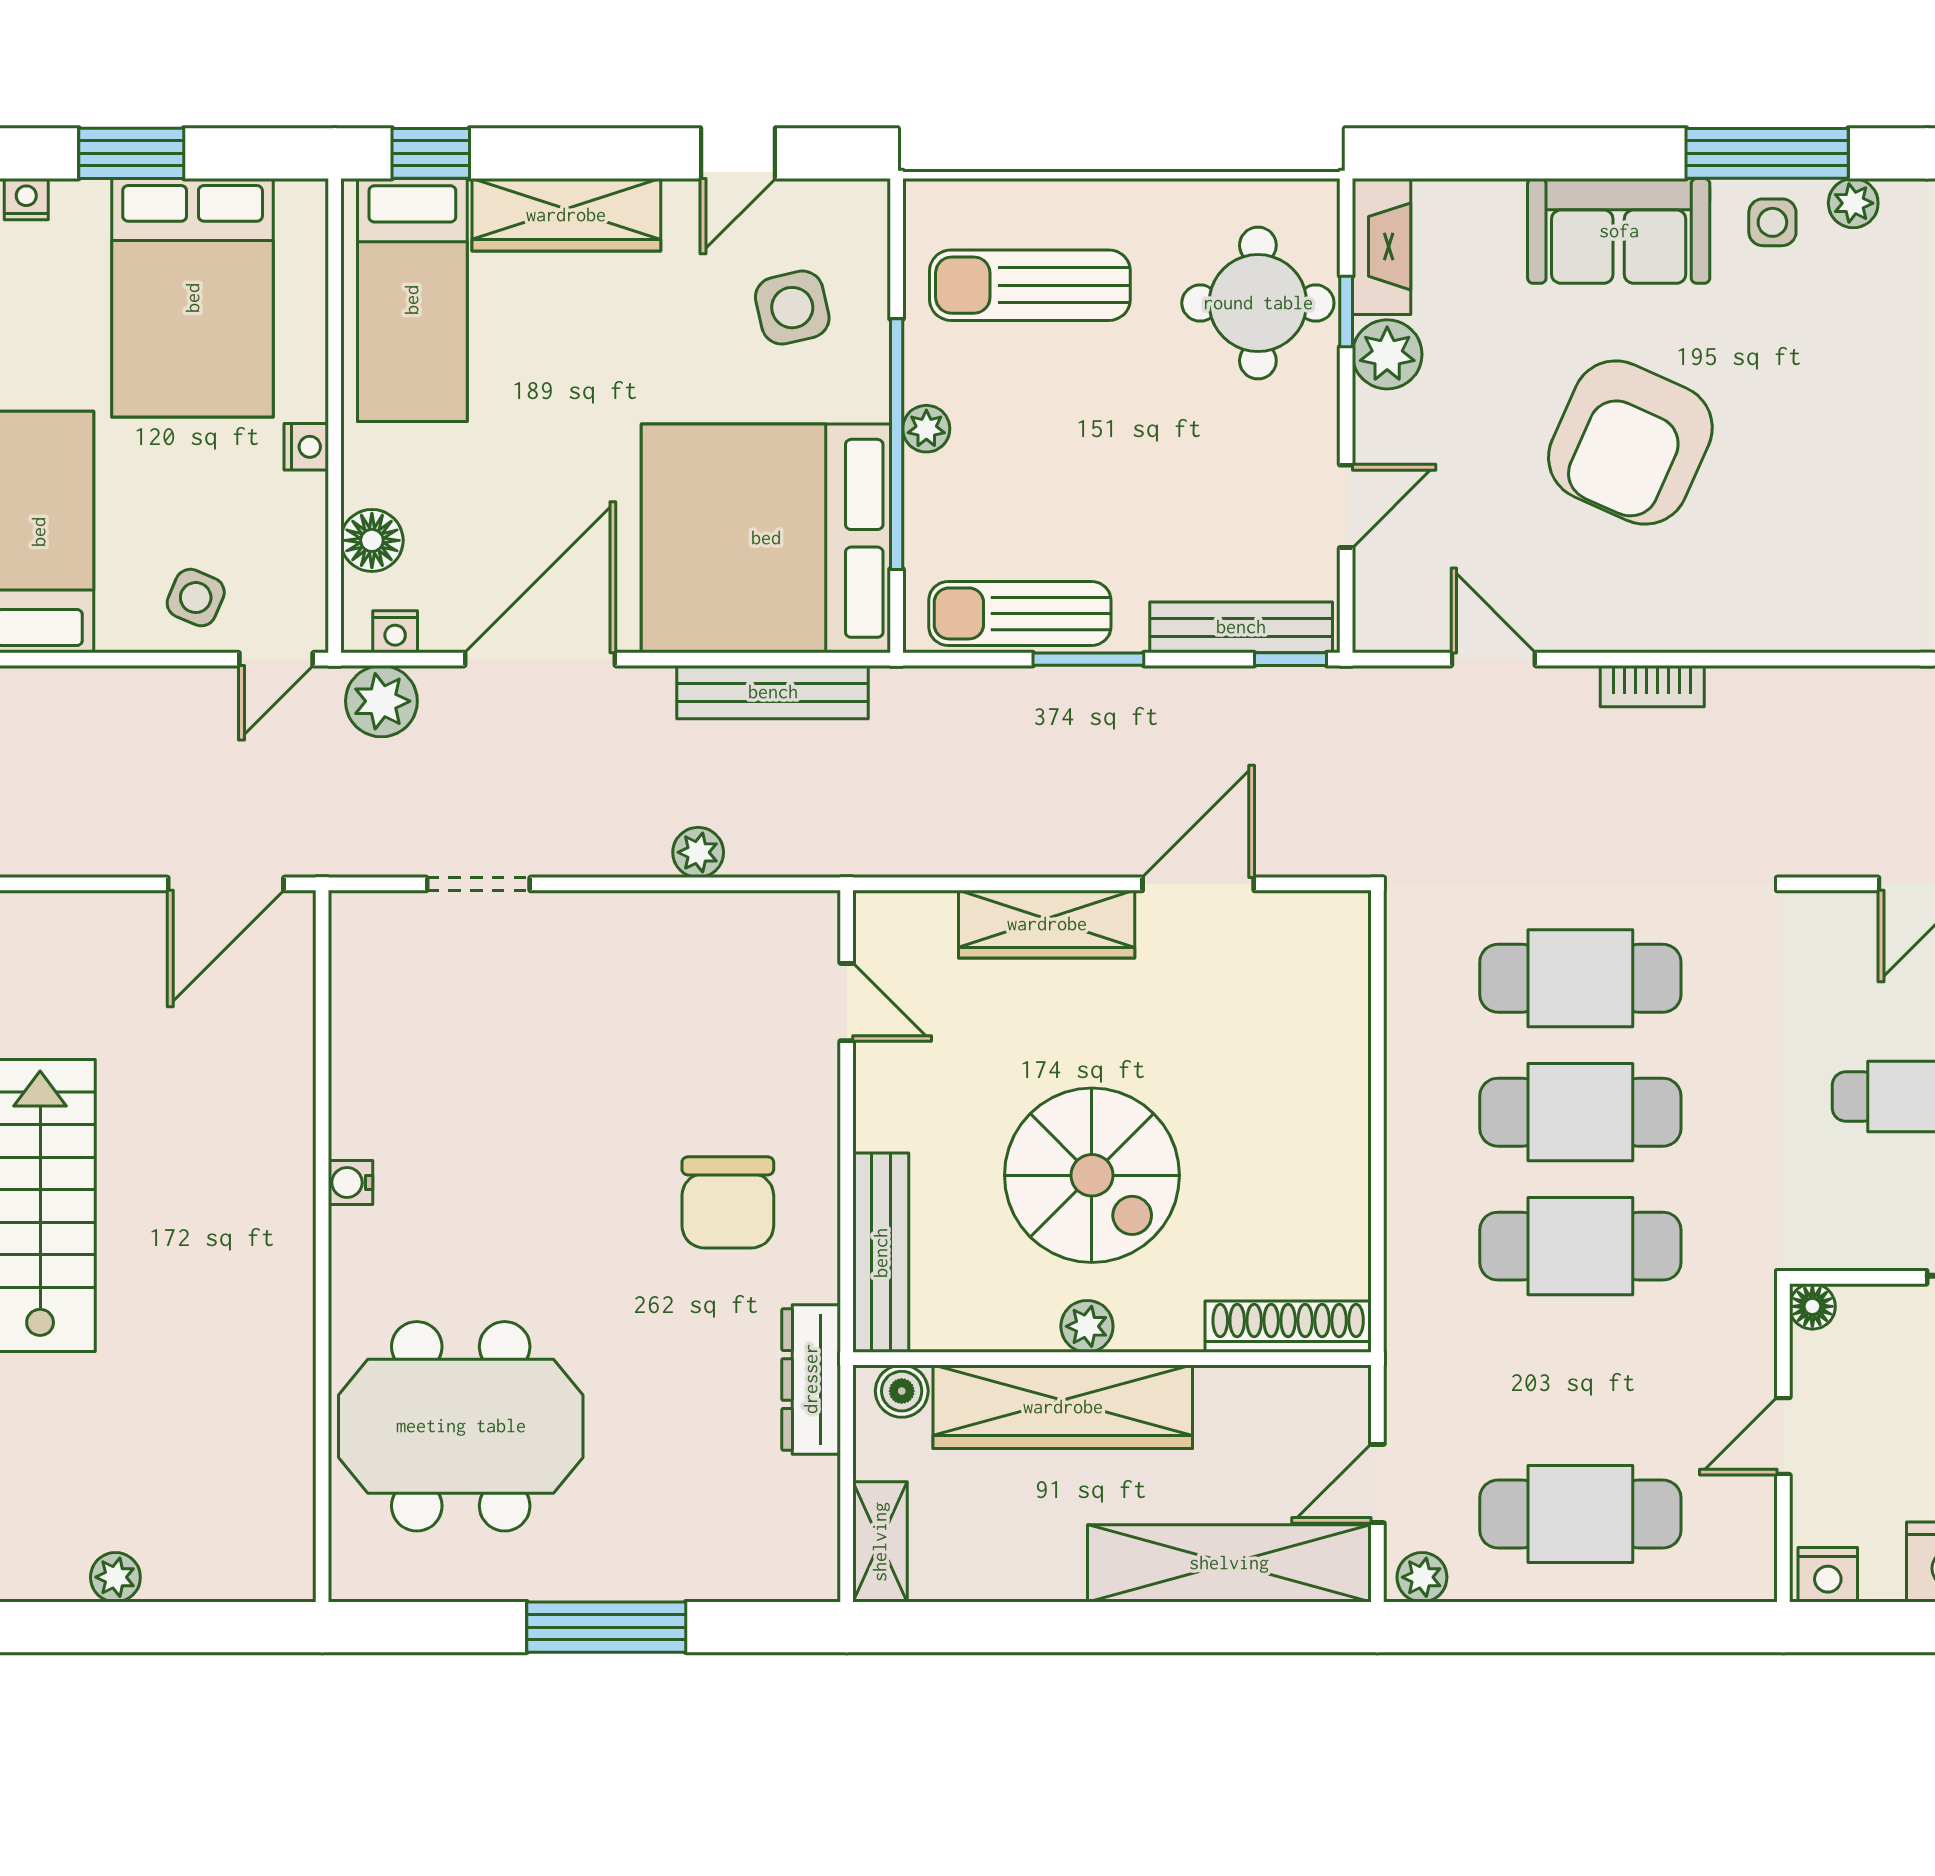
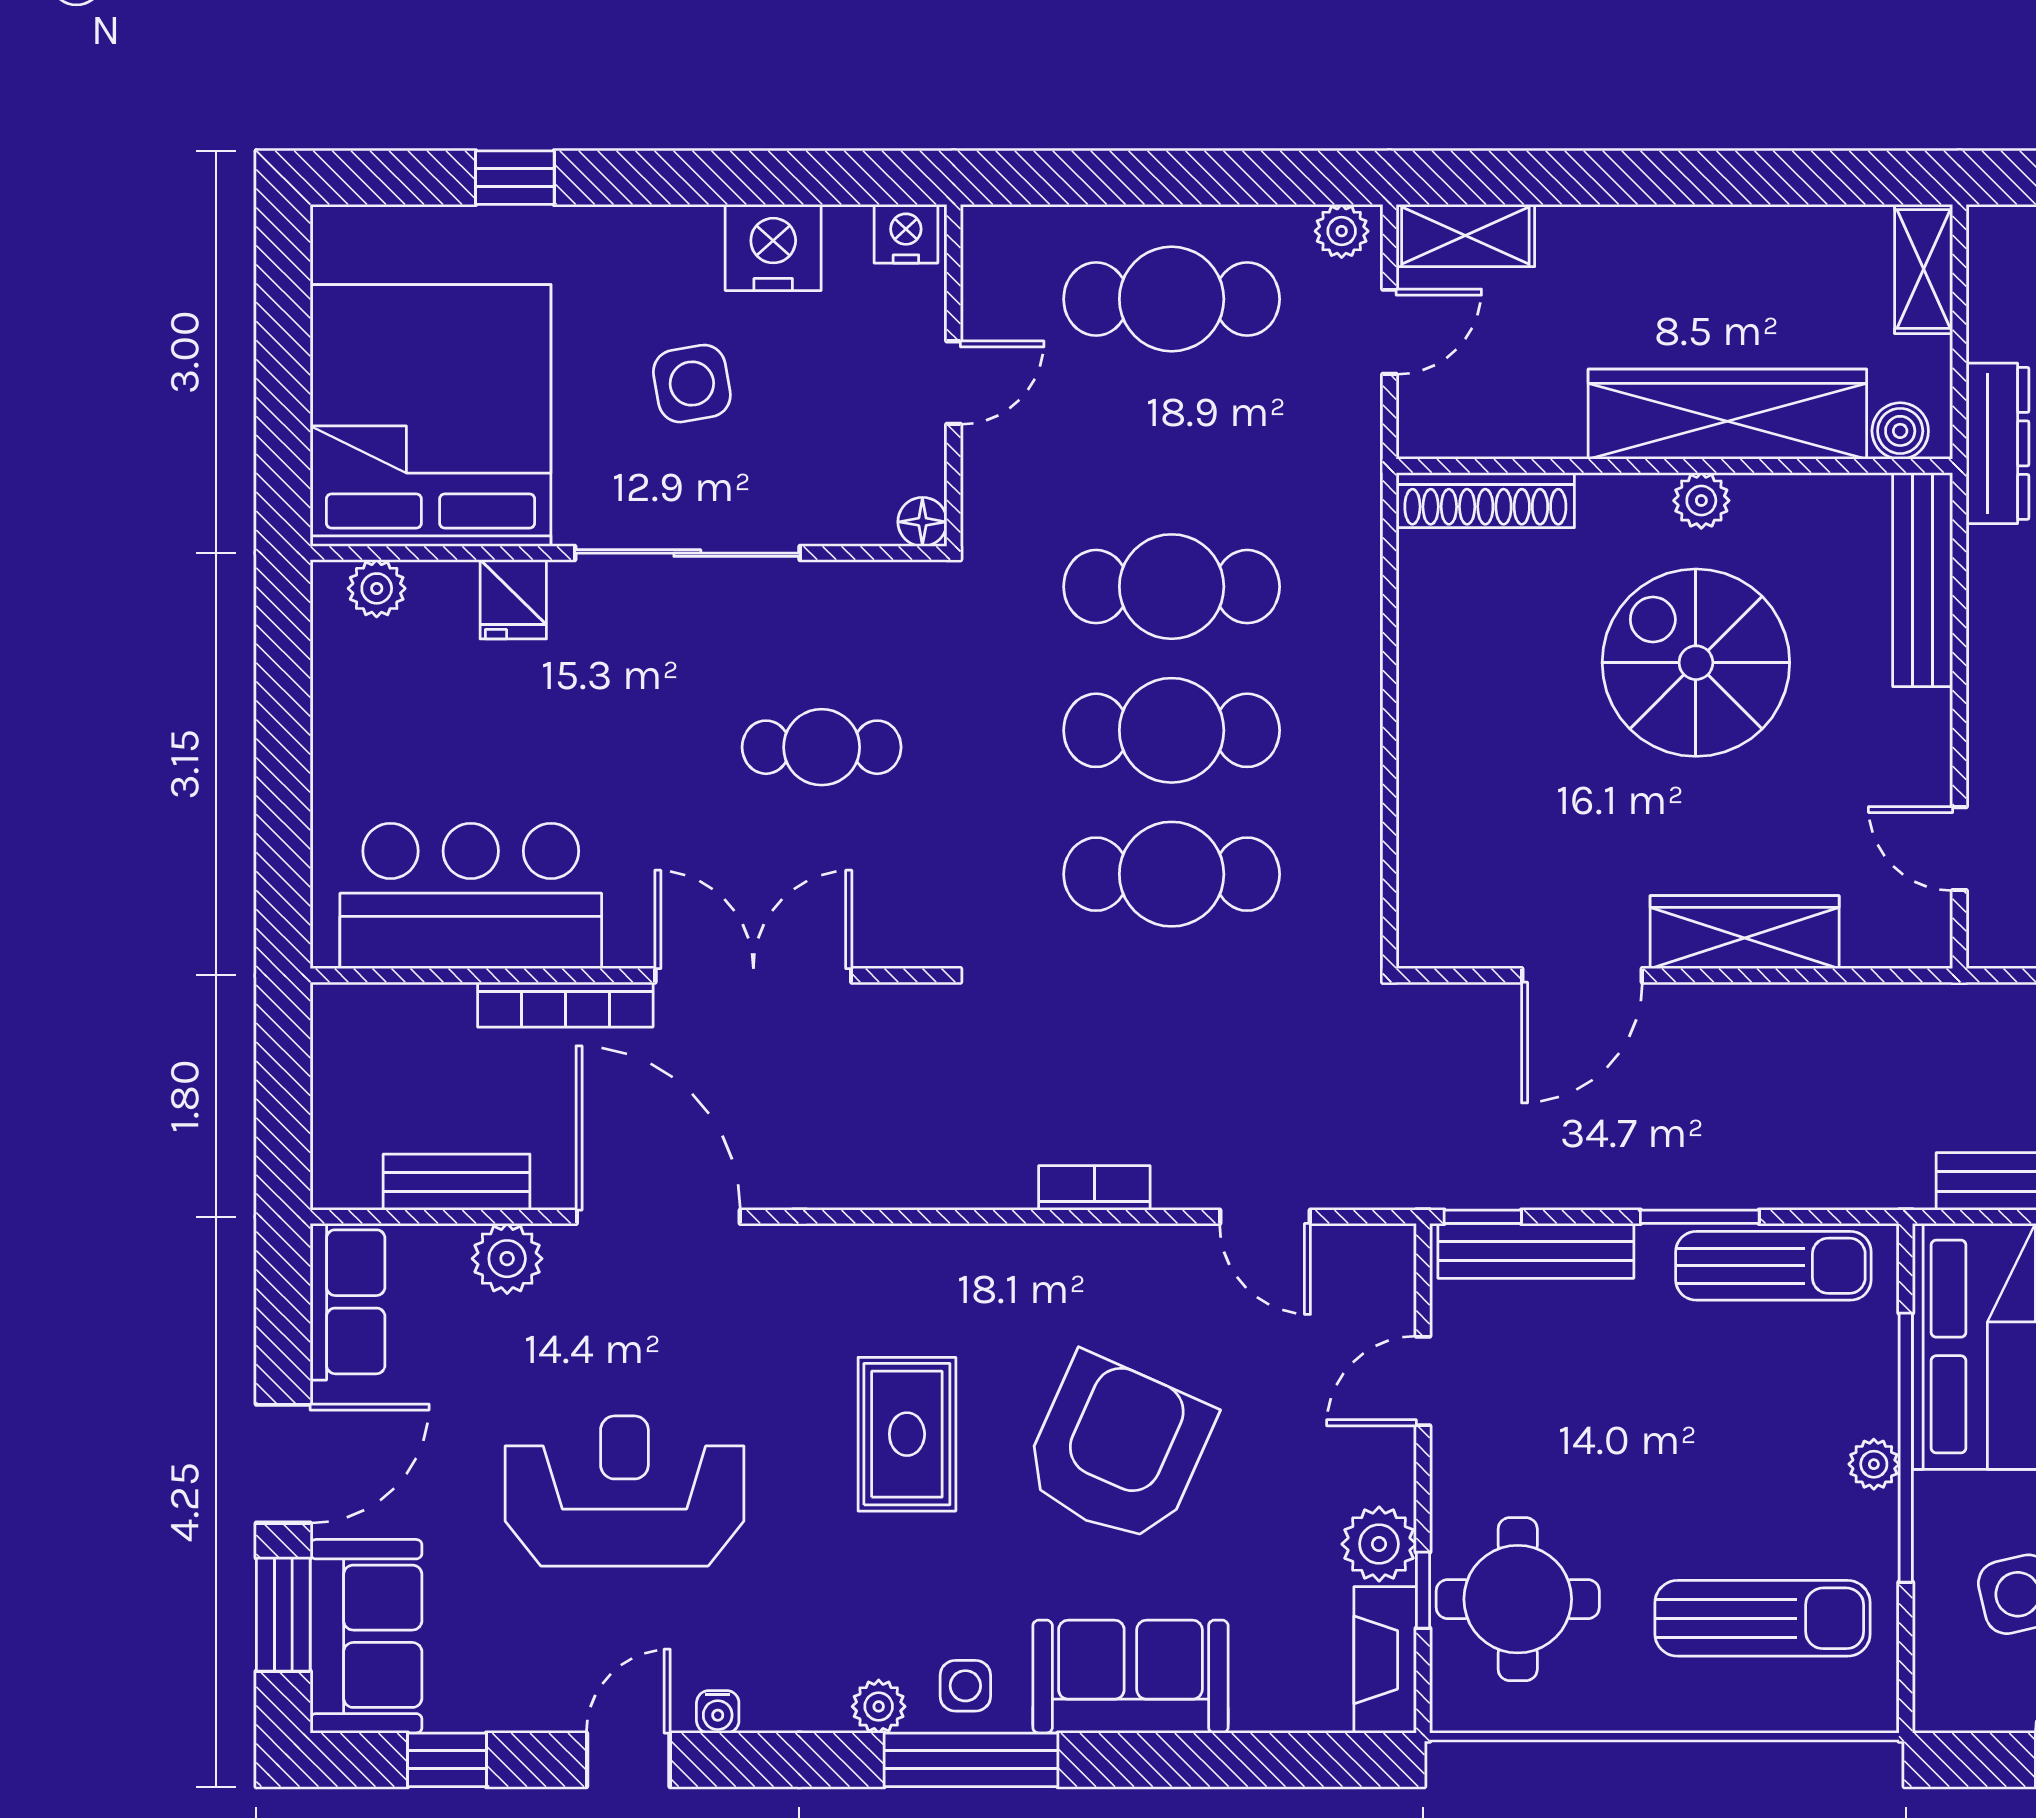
rug: (1827, 457) -> (907, 1434), added
shelving: (1229, 1563) -> (1465, 236), width x0.45, depth x0.75

